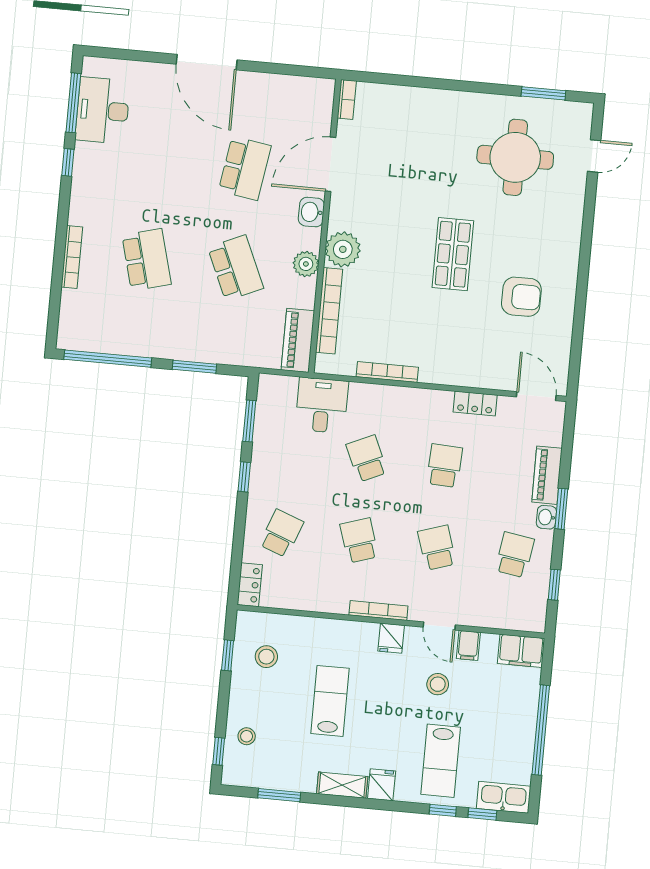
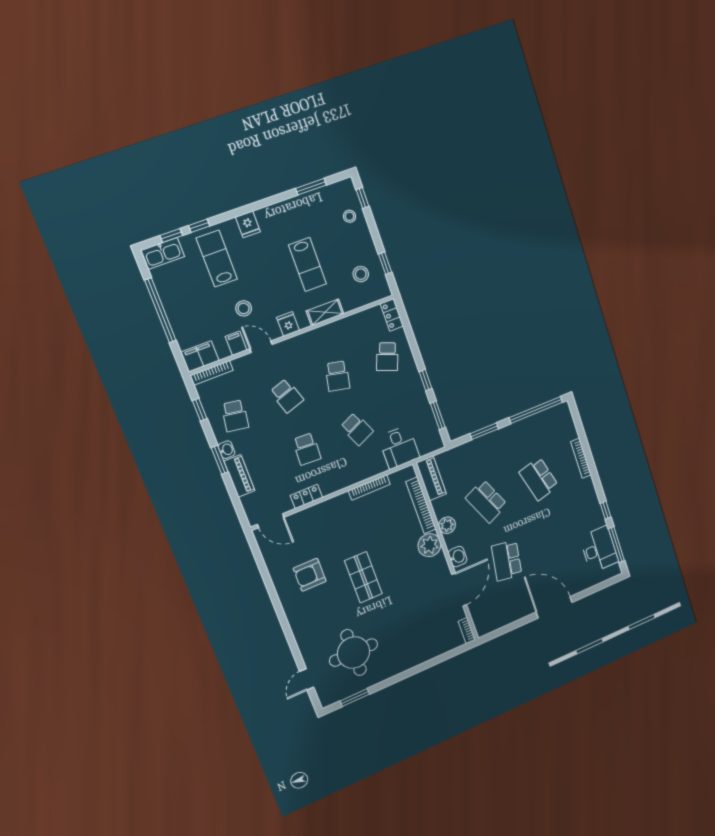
school desk: (359, 540) -> (338, 376), turned 30
bookcase: (378, 611) -> (212, 373), moved
shelving: (342, 785) -> (325, 312), moved

